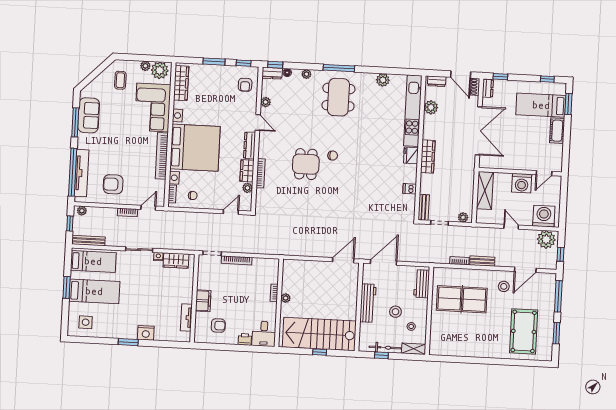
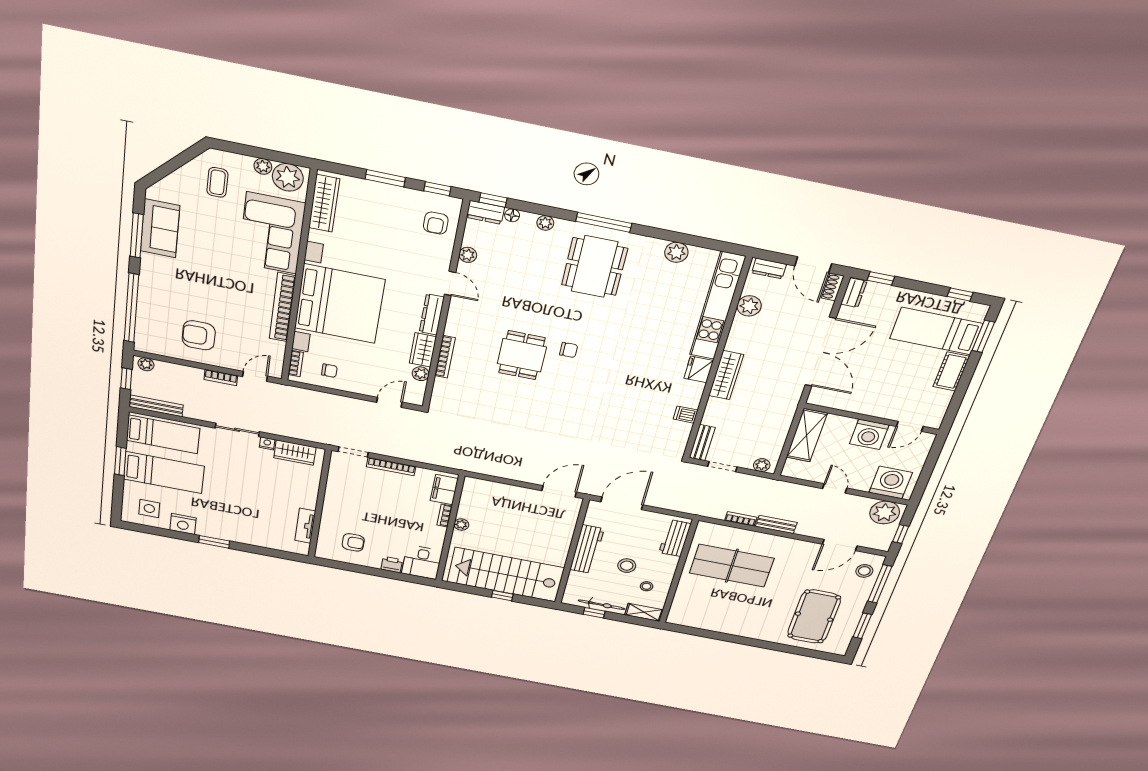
tv unit: (82, 173) -> (146, 312), removed
stool: (504, 286) -> (864, 571), moved
filing cabinet: (203, 301) -> (444, 489), moved, turned 180
nightstand: (146, 333) -> (183, 524), moved

